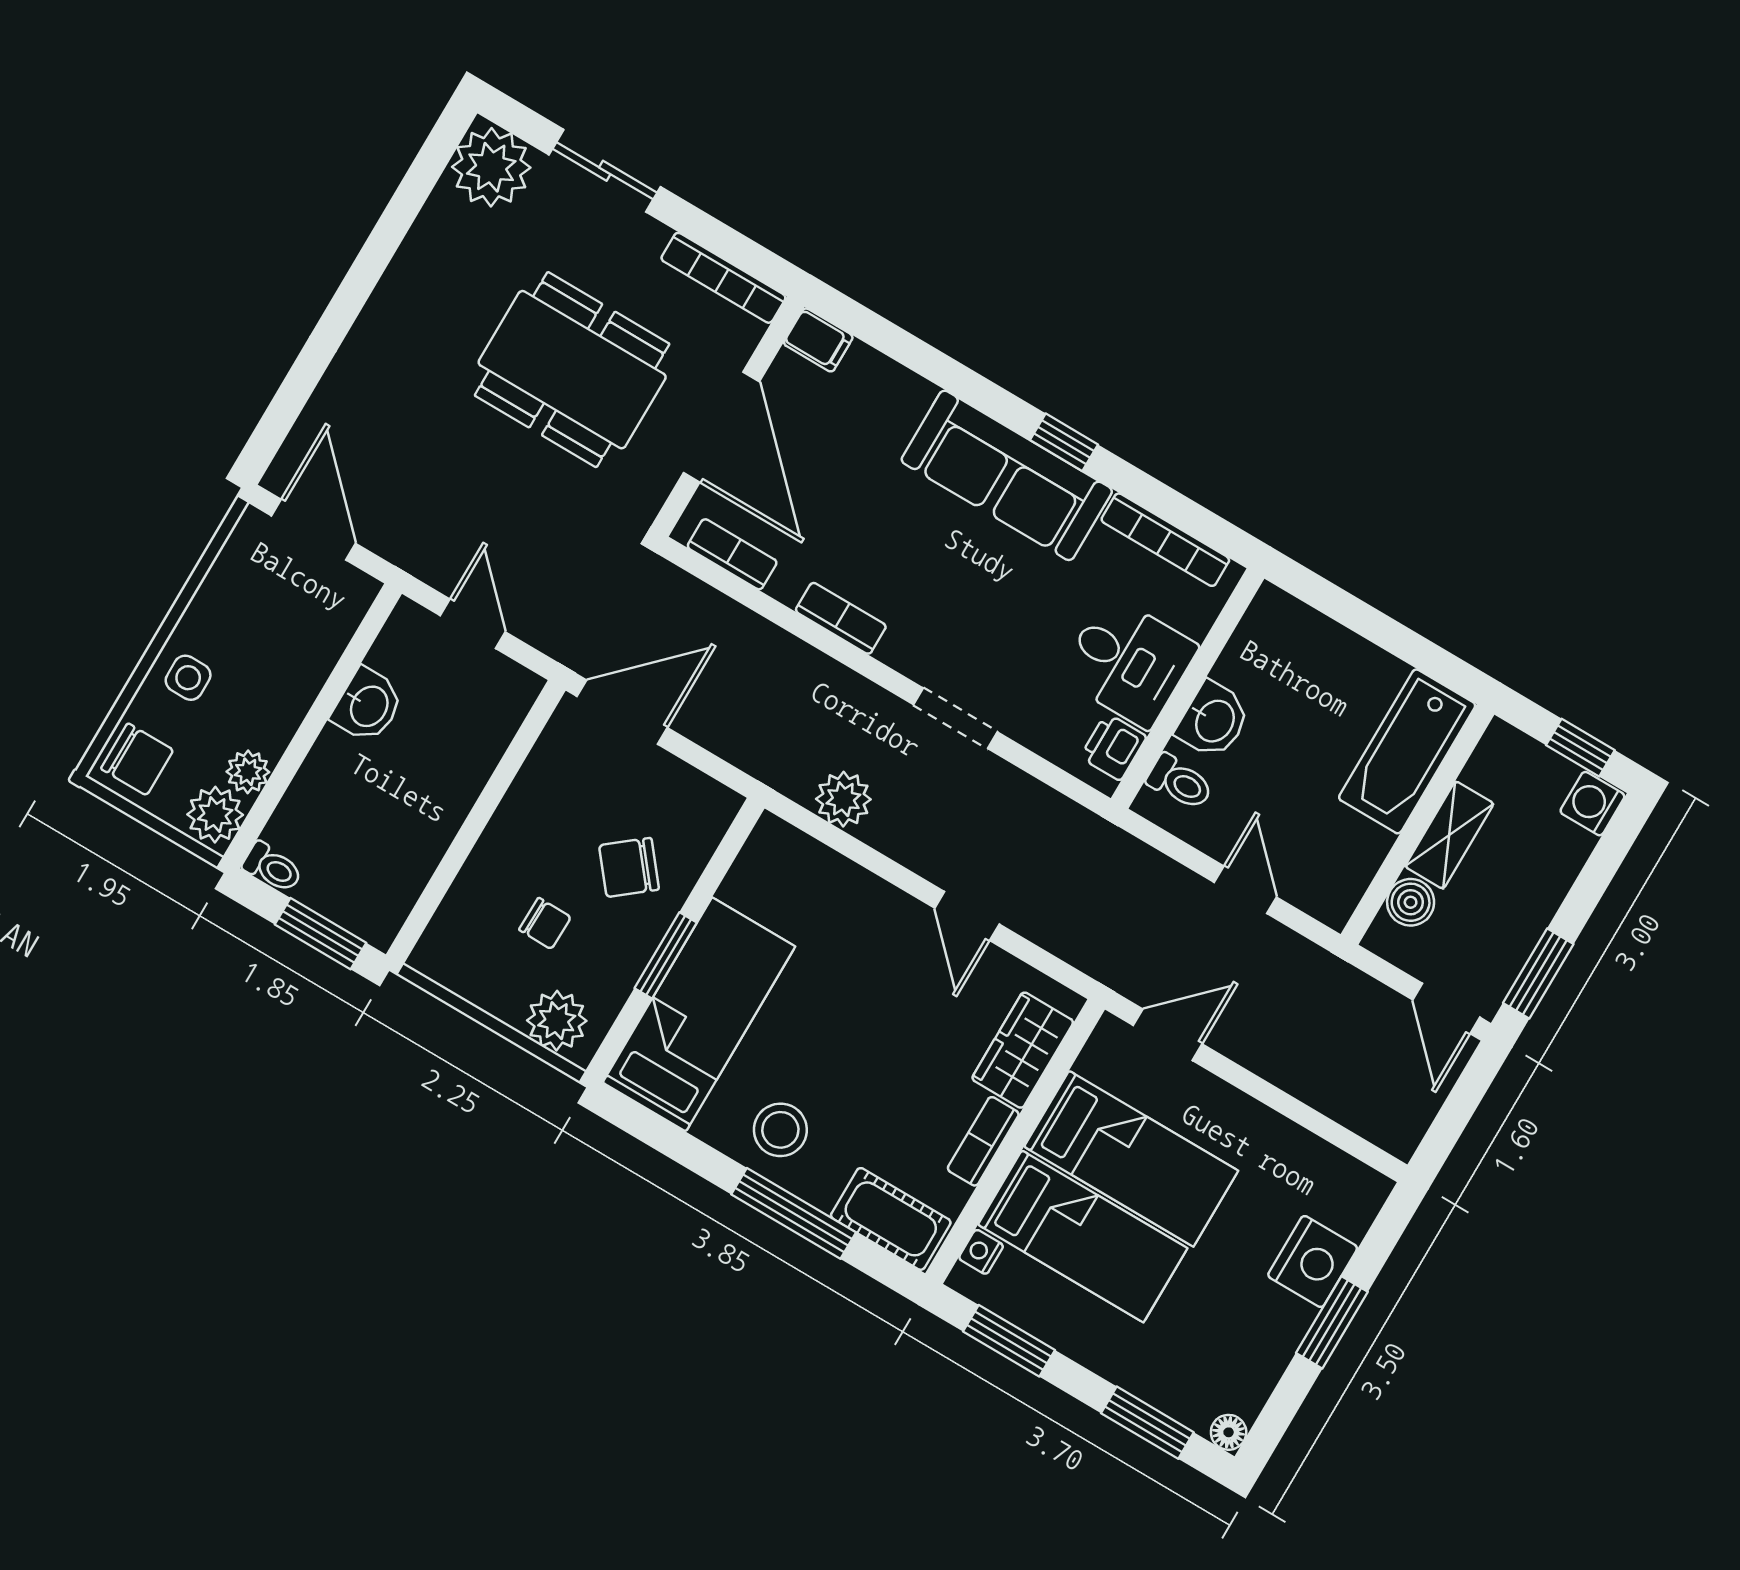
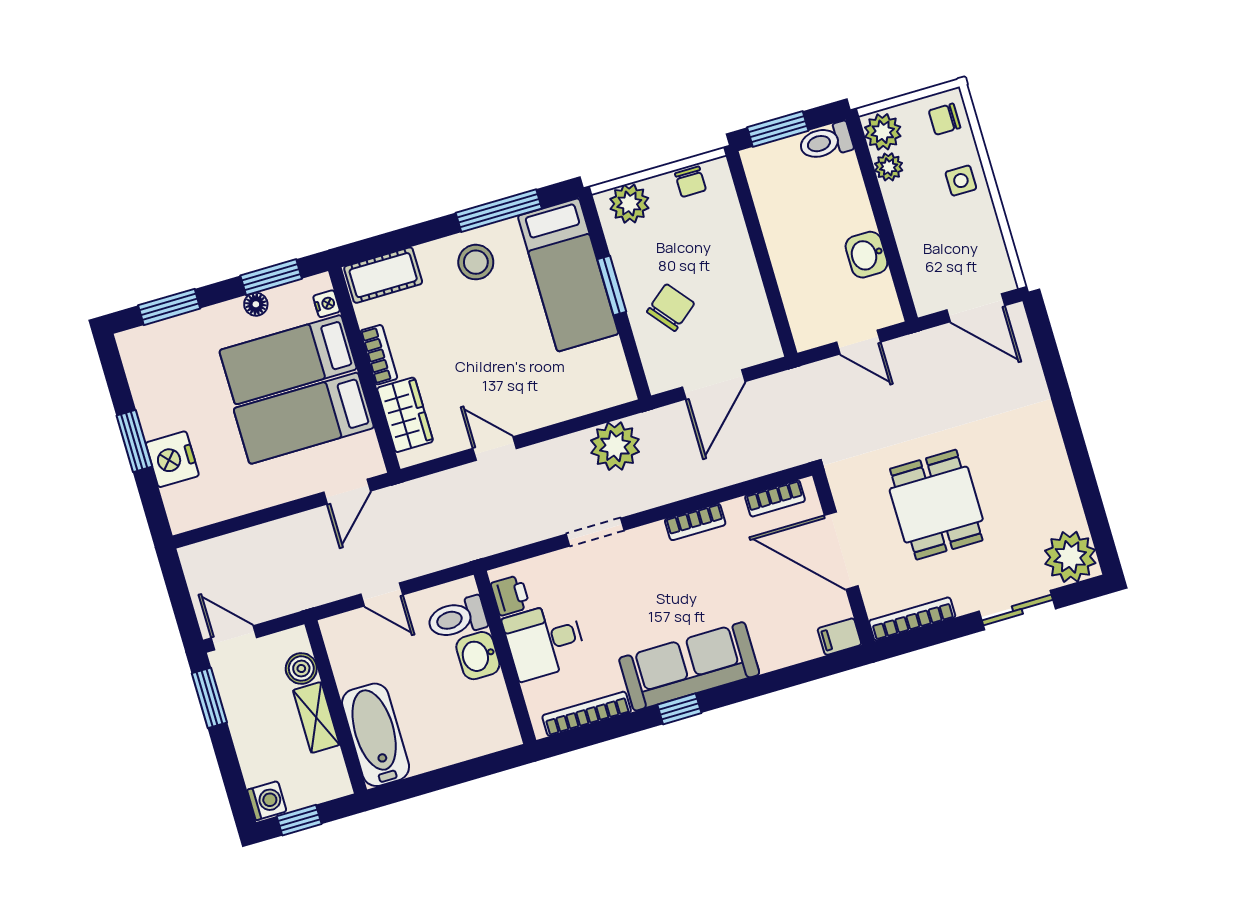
dining table: (572, 370) -> (936, 505), width x0.73
door: (622, 712) -> (714, 384), moved
chair: (137, 759) -> (945, 119), width x0.73, depth x0.73
toilet: (1180, 782) -> (457, 618), width x1.37, depth x1.39
plant: (843, 799) -> (615, 446), width x1.36, depth x1.36
toilet: (272, 867) -> (826, 142), width x1.37, depth x1.39
chair: (545, 923) -> (690, 182), moved, turned -91
window: (794, 1213) -> (499, 211), moved
floor lamp: (1229, 1432) -> (256, 304), moved

